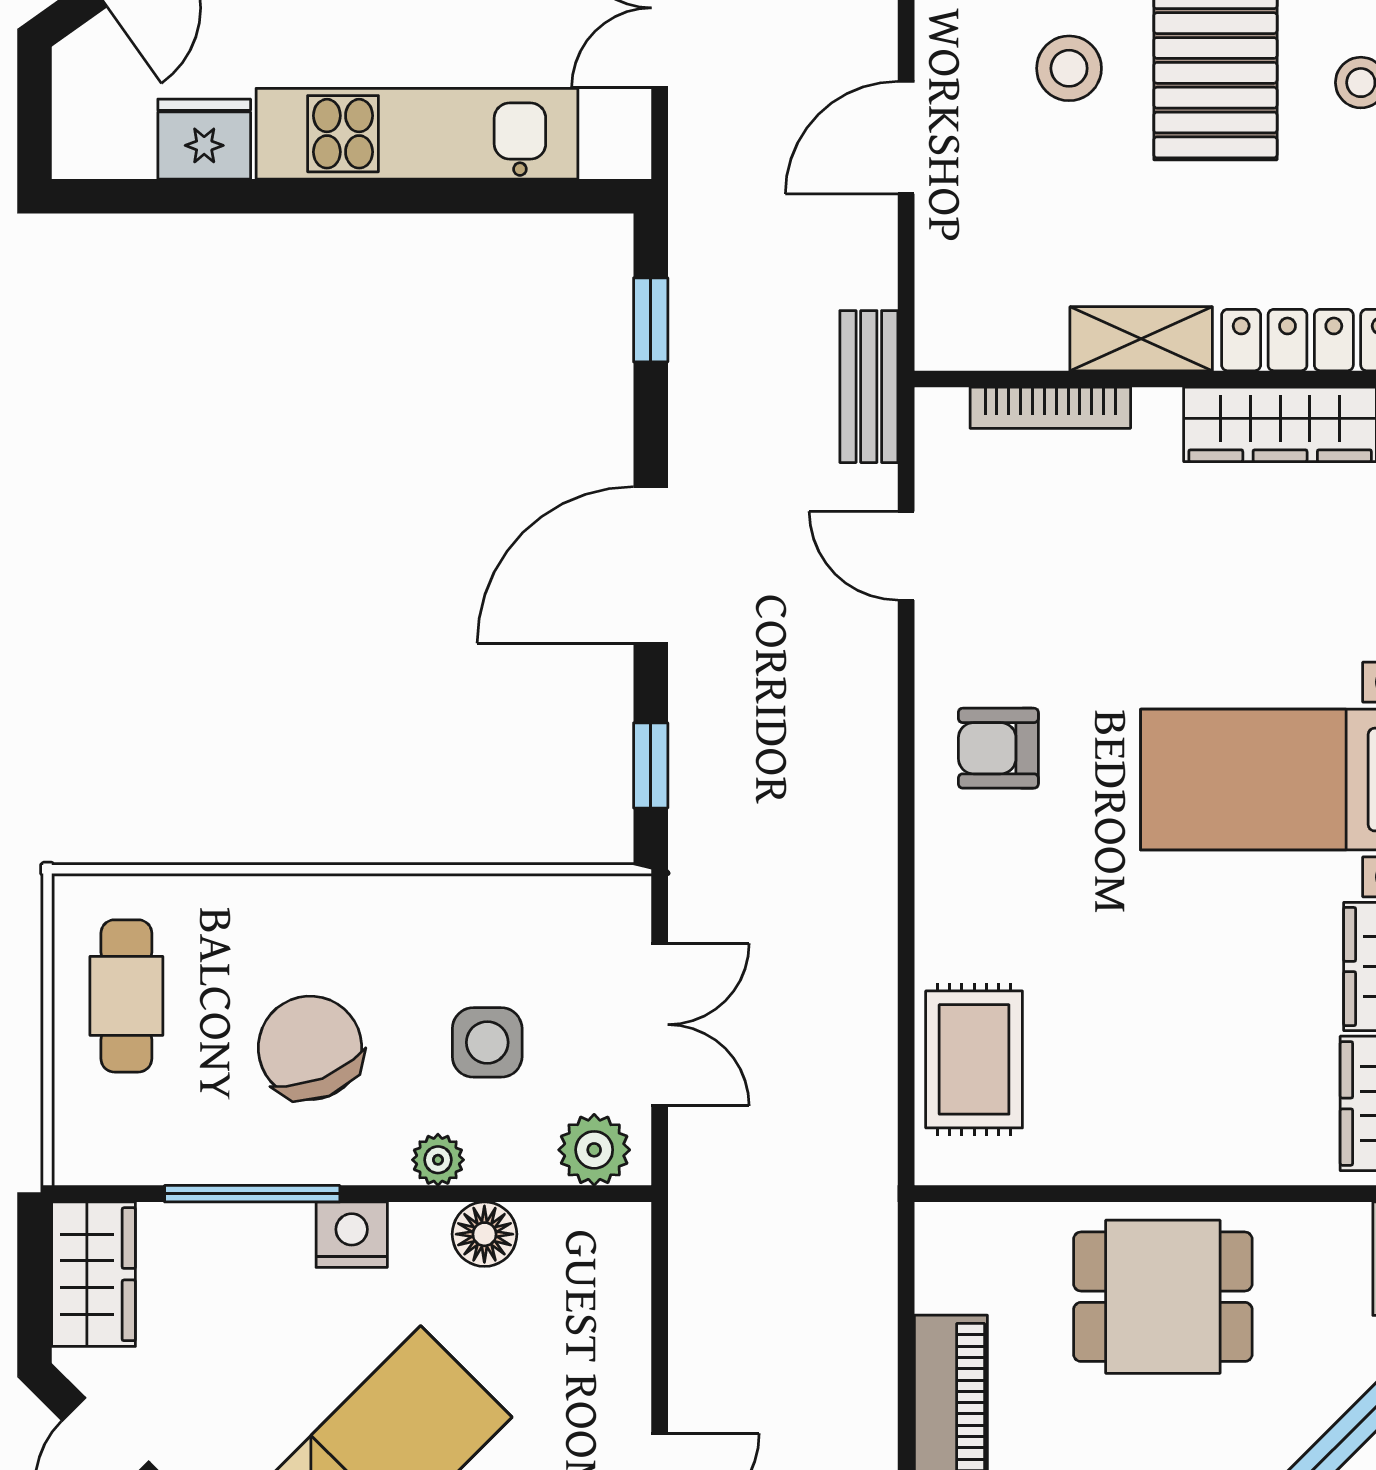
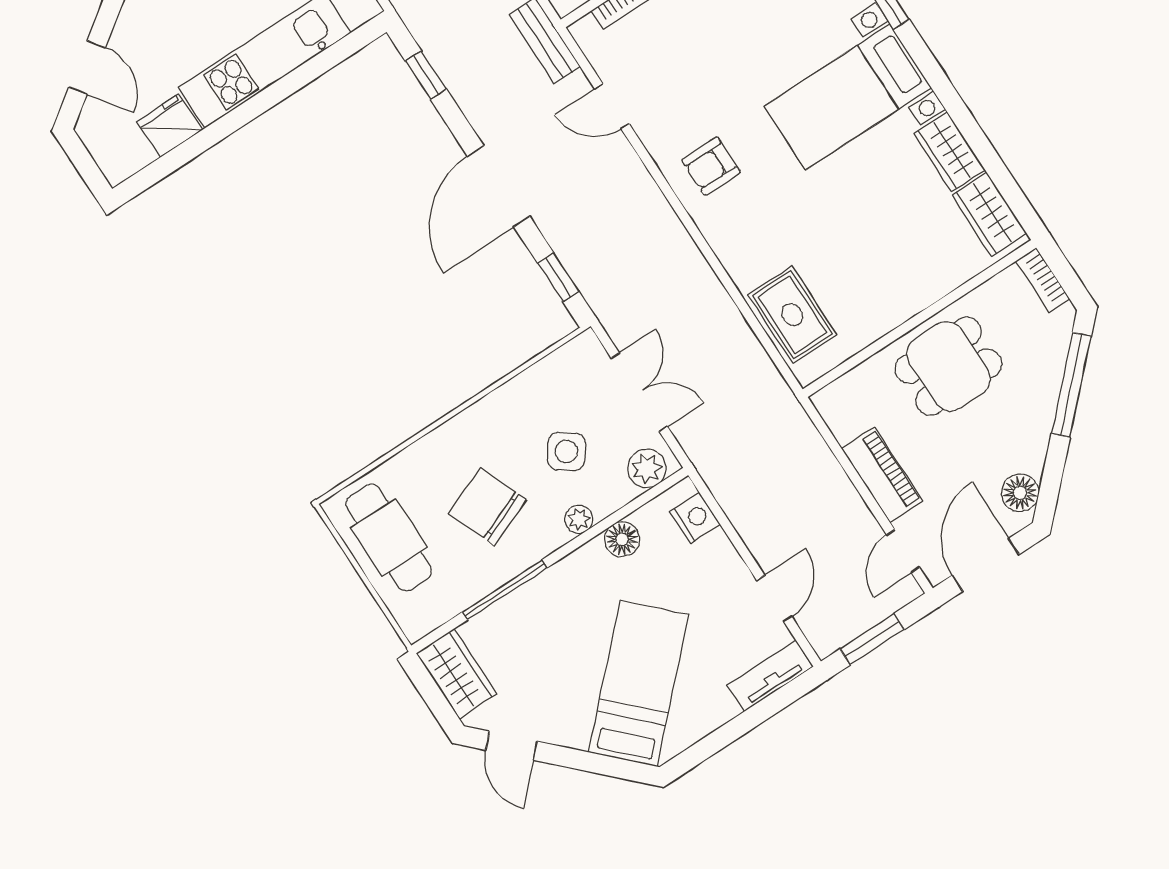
cafe table: (126, 996) -> (389, 538), width x1.37, depth x1.35
side table: (487, 1042) -> (566, 451), turned 36
nightstand: (352, 1235) -> (695, 518), moved, turned 90

